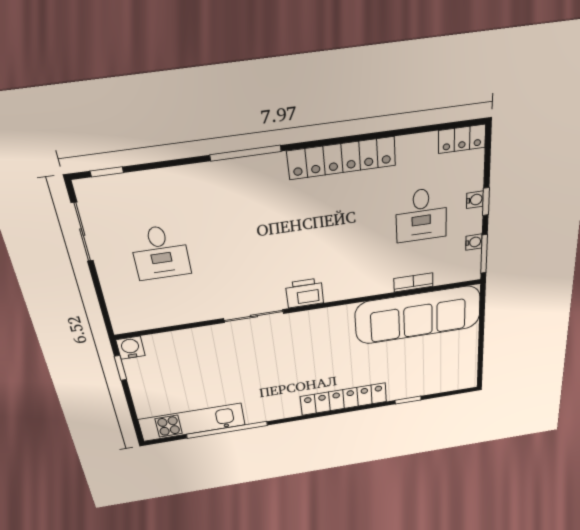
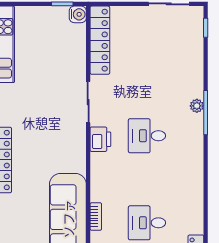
locker: (342, 158) -> (100, 40), moved, turned 180
plant: (237, 168) -> (197, 106), added
desk: (160, 253) -> (147, 136), moved

